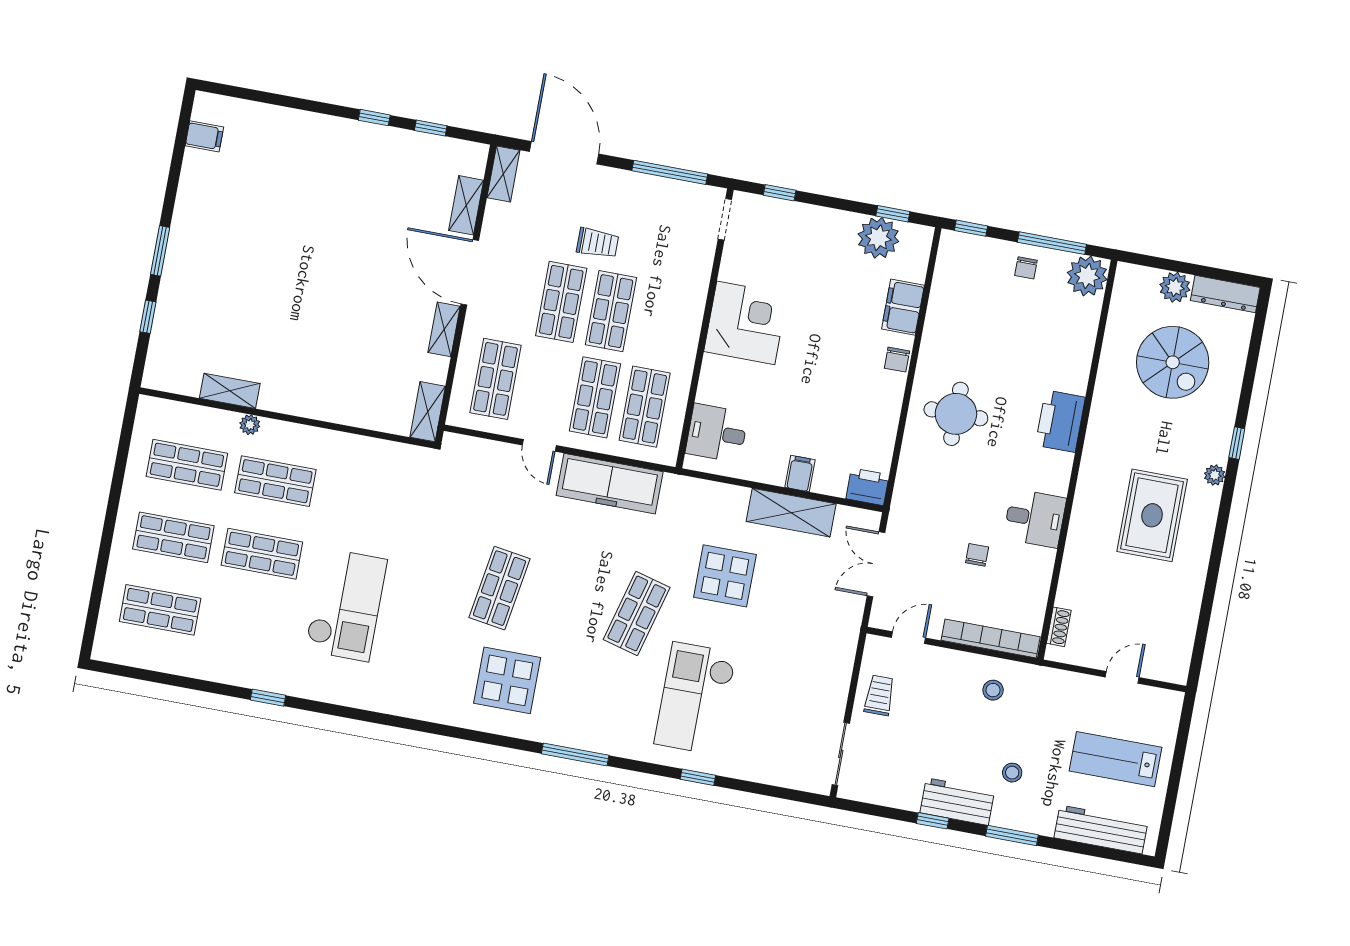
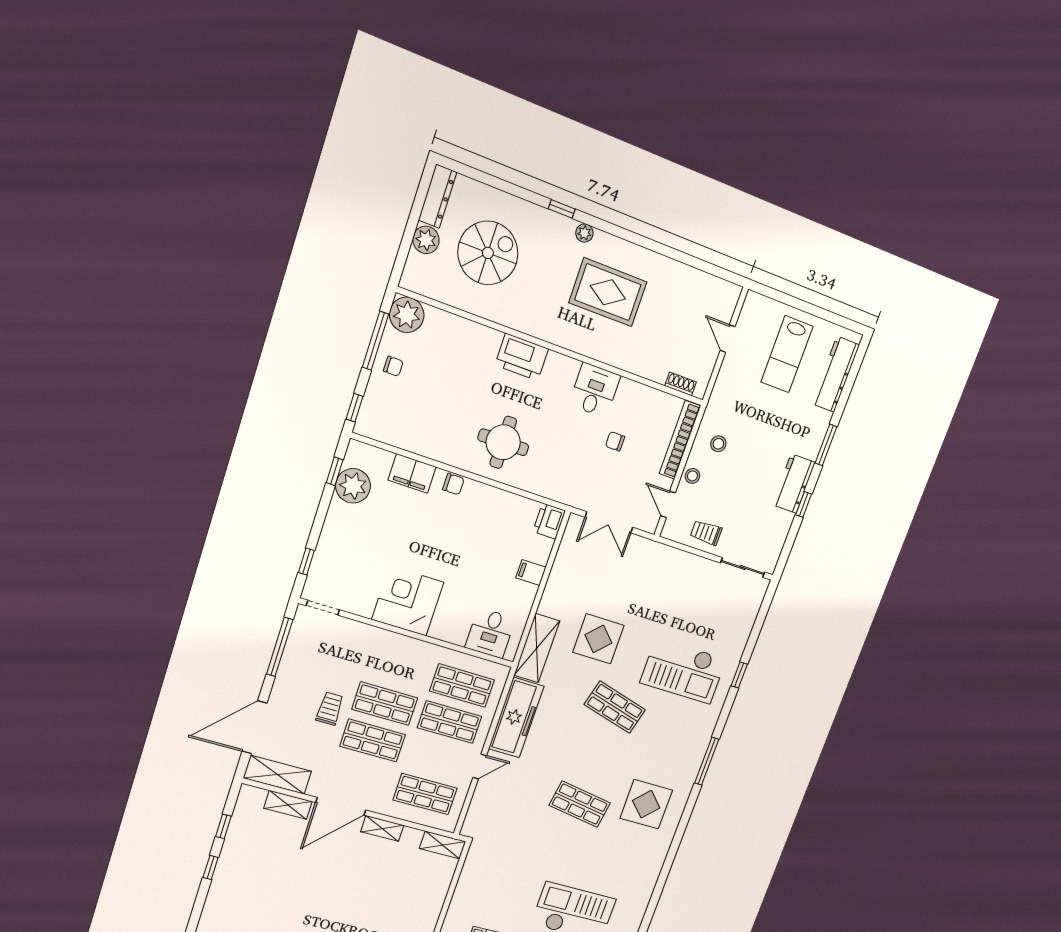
shelving: (503, 174) -> (277, 775), width x1.50, depth x1.33
shelving: (791, 513) -> (537, 648), moved
stool: (1012, 773) -> (692, 476), moved

